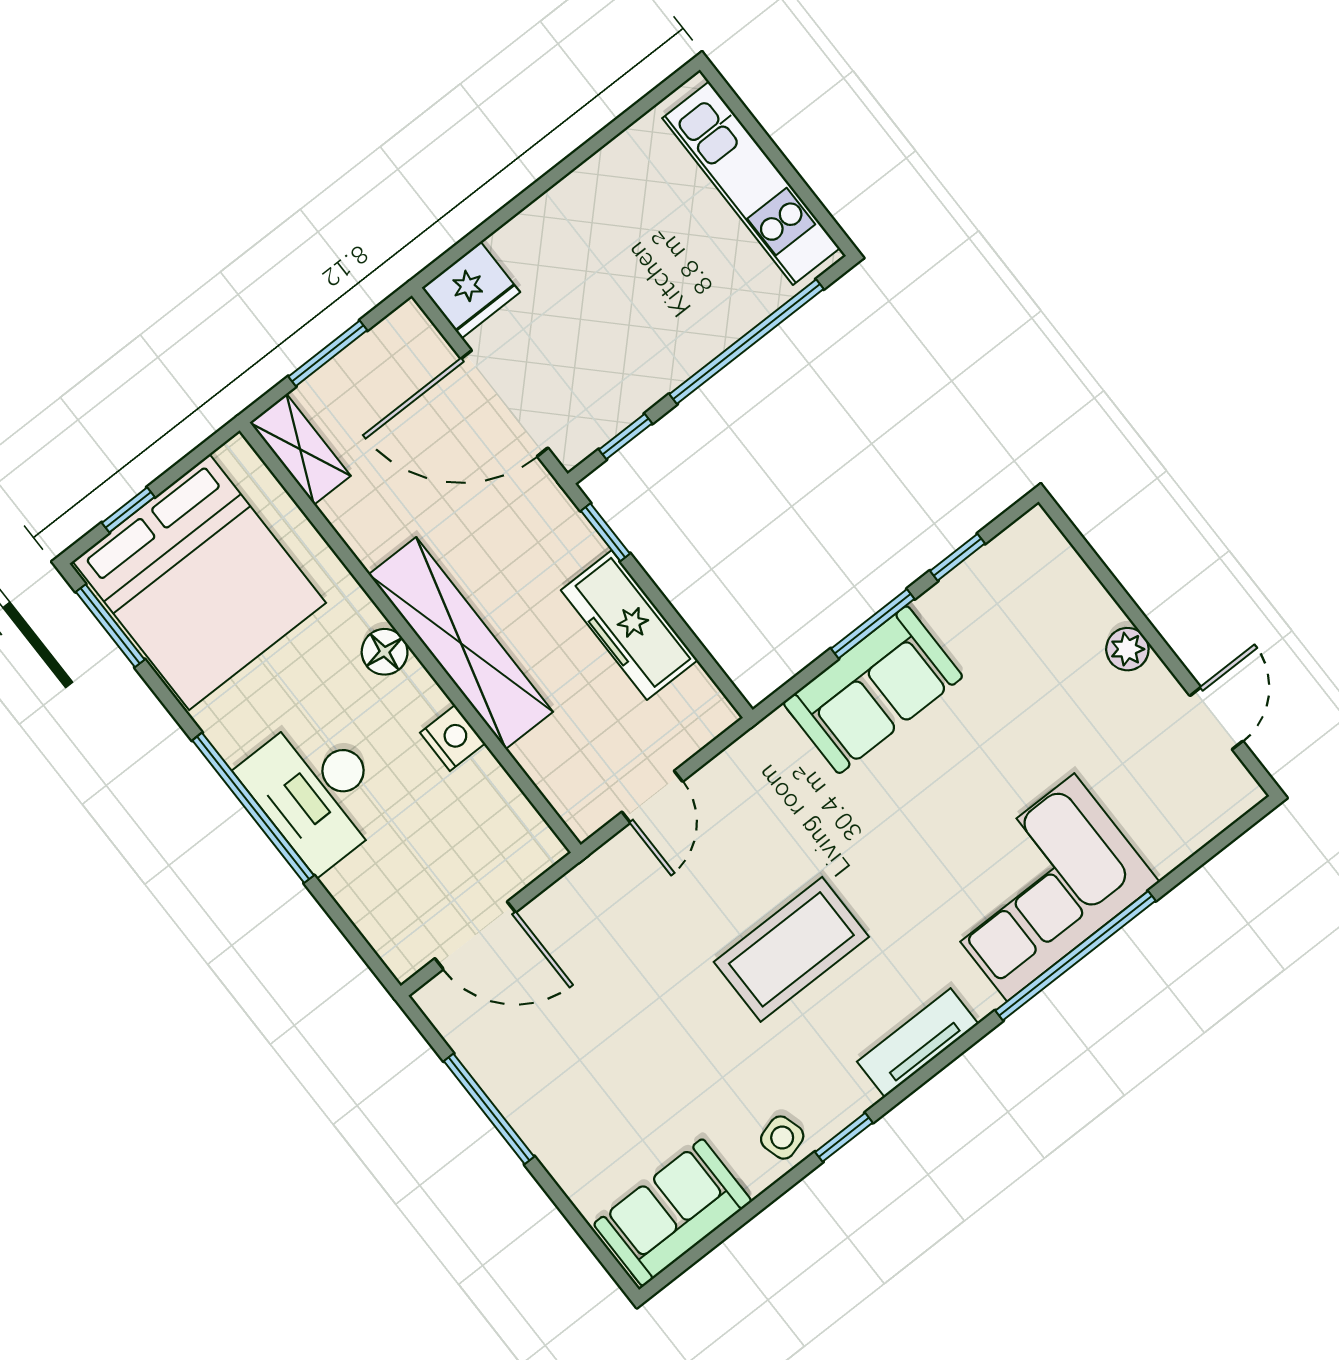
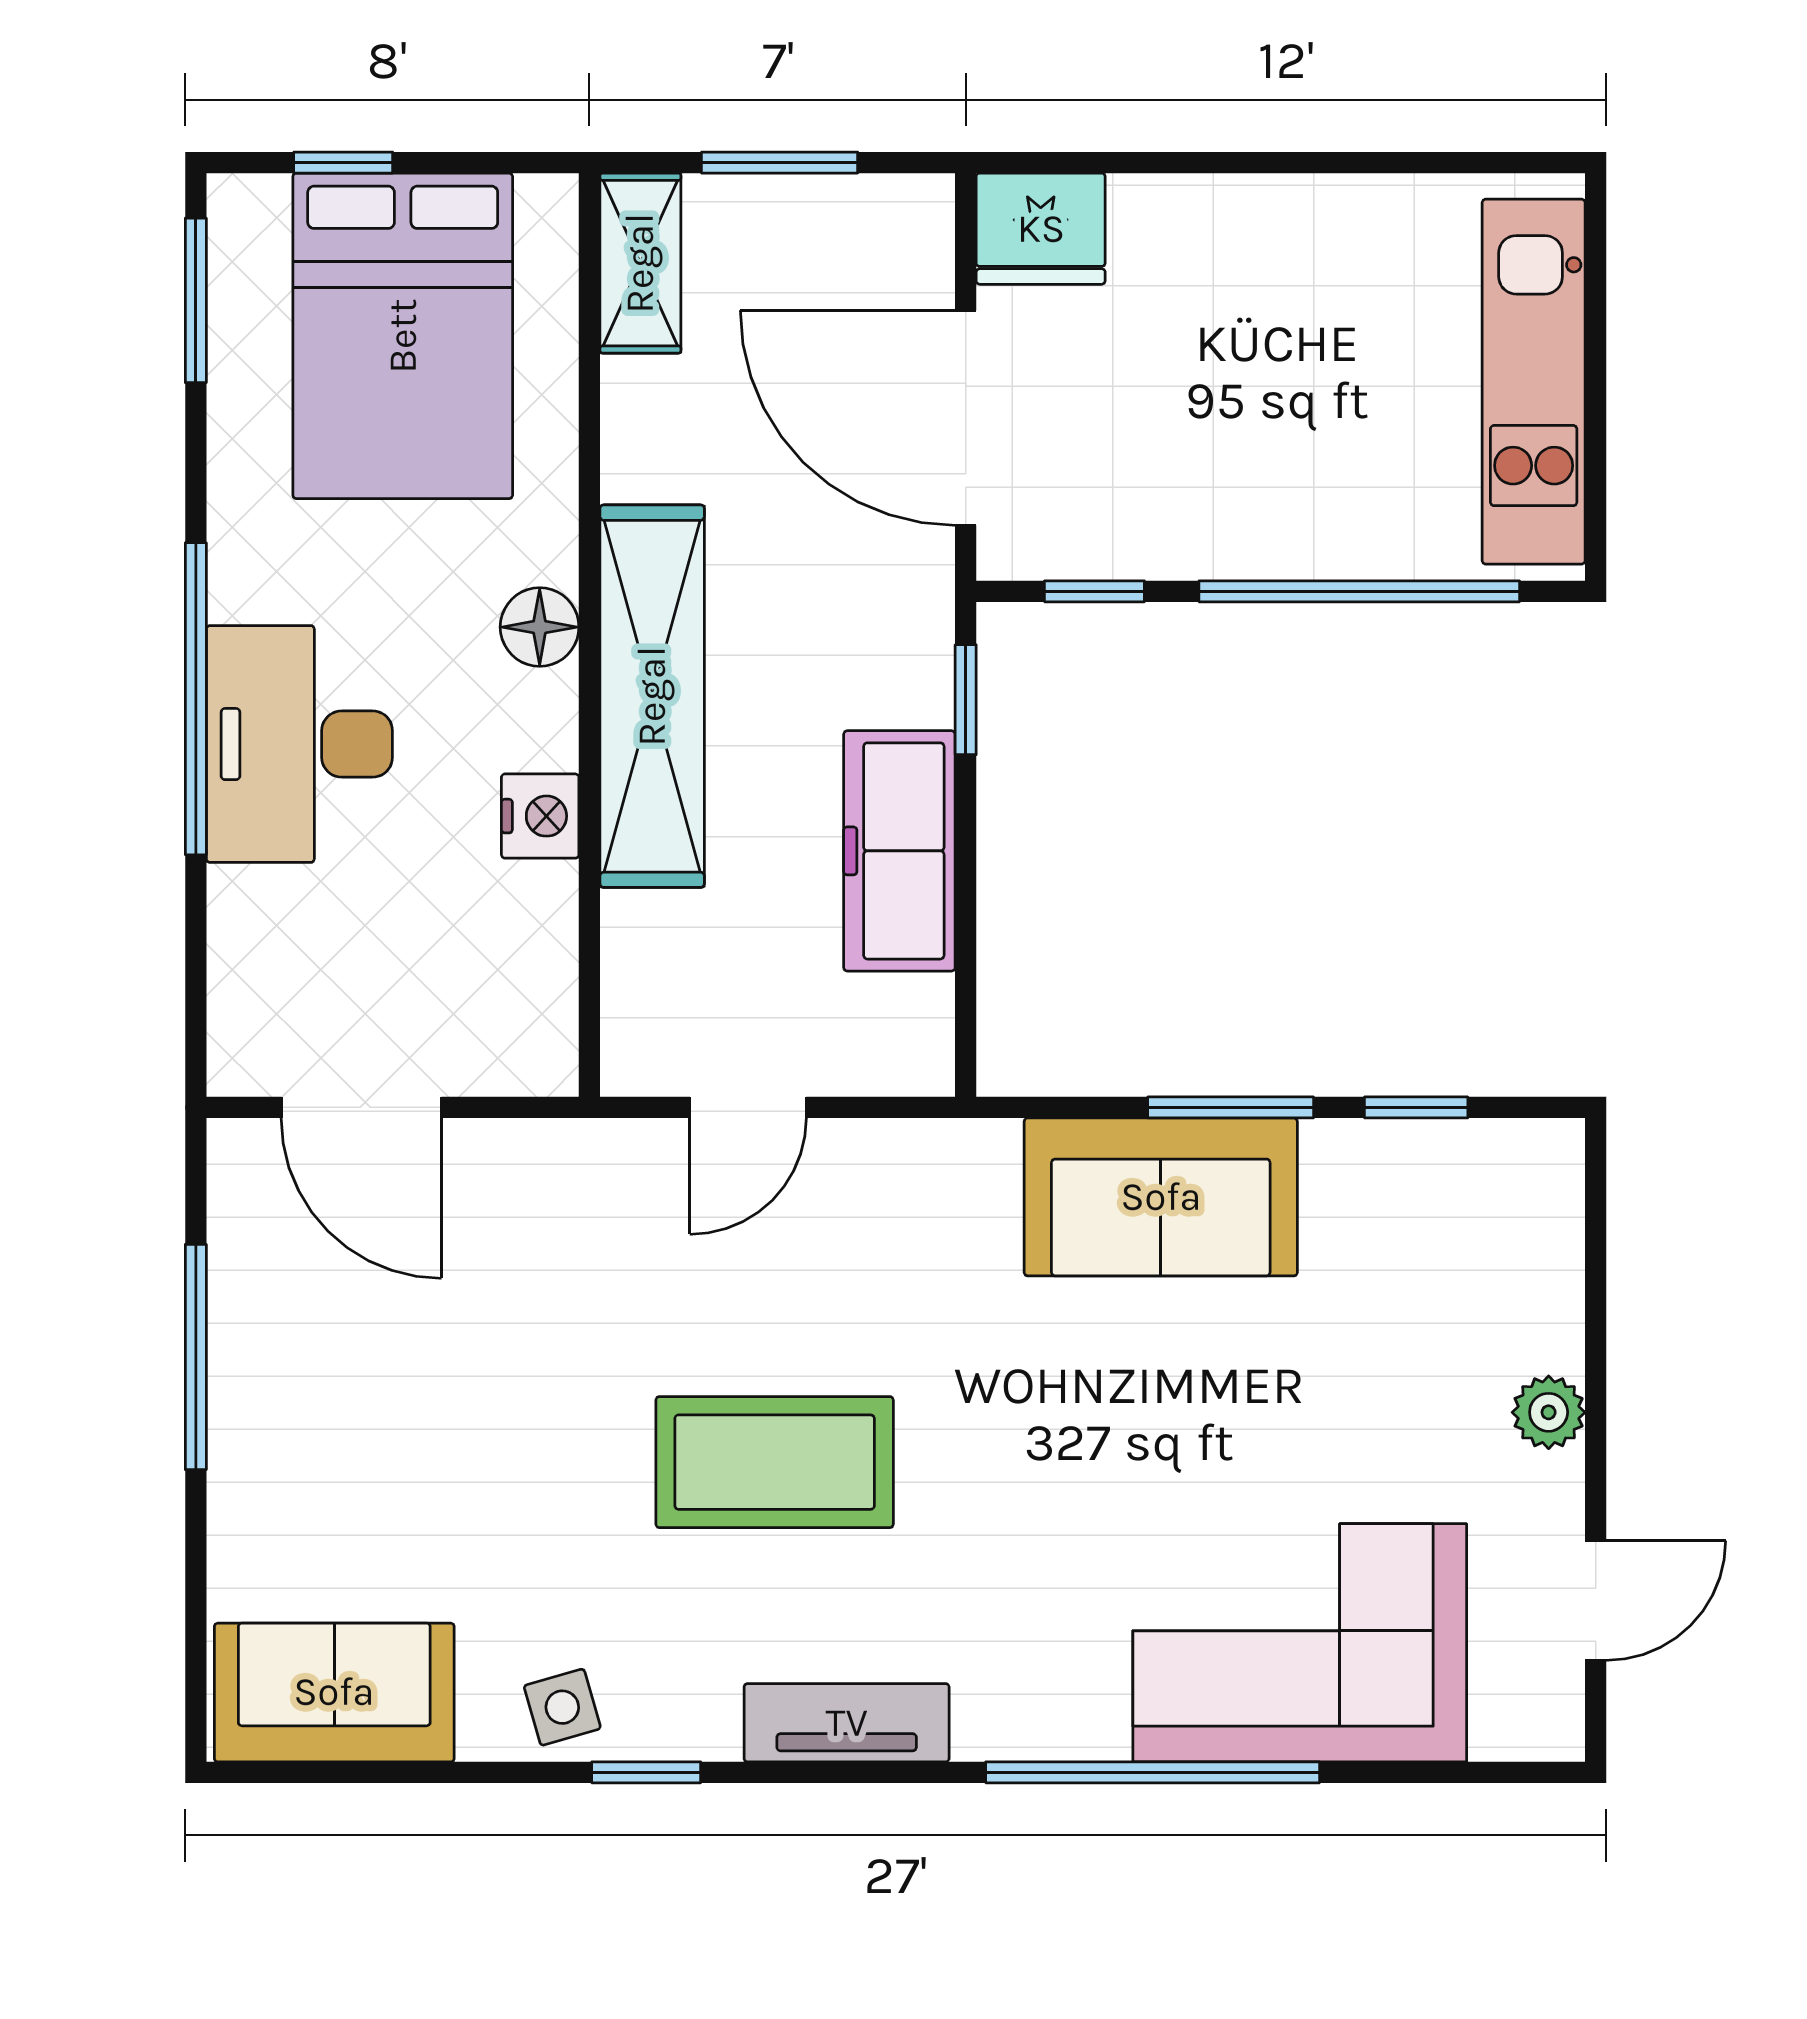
bed: (199, 582) -> (403, 336), width x0.73
corner sofa: (1041, 887) -> (1300, 1643), moved

